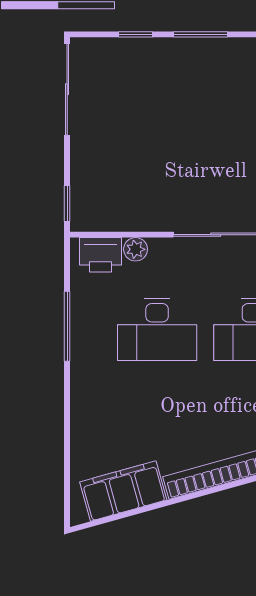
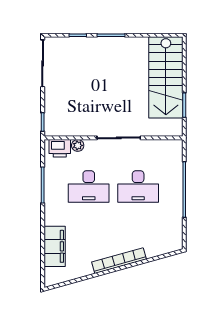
filing cabinet: (123, 491) -> (55, 246), moved, turned 106

